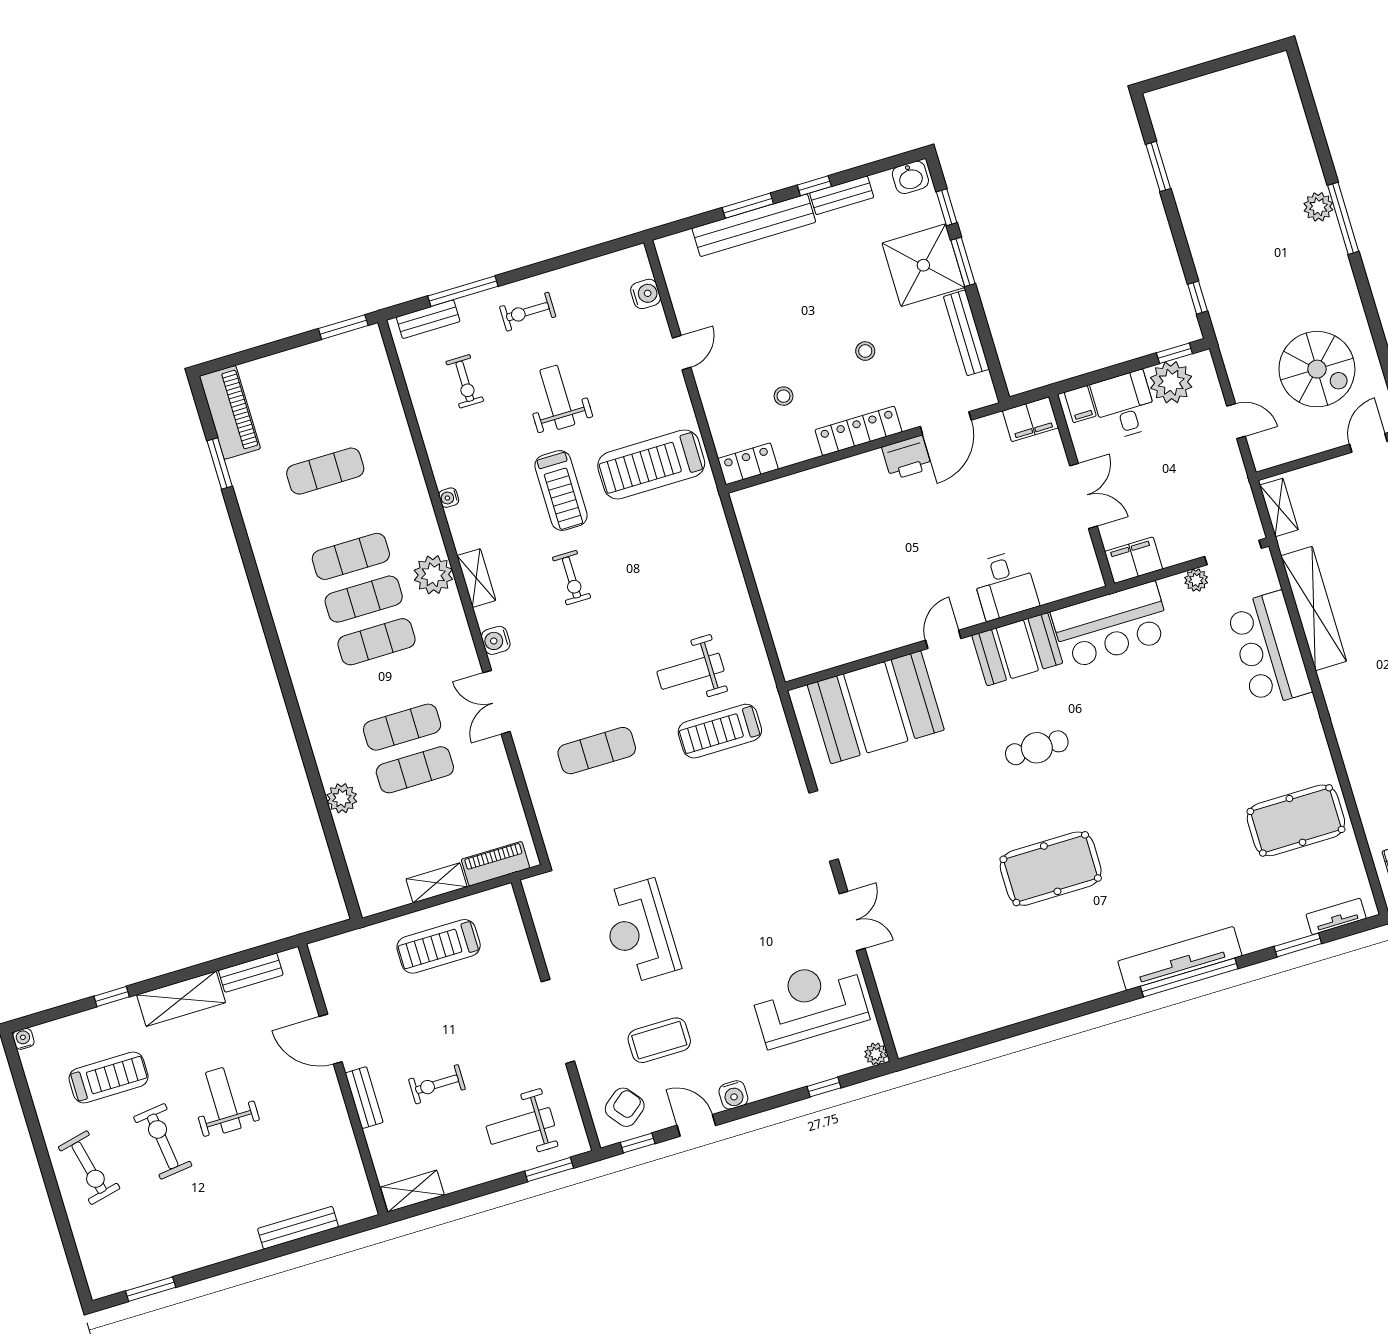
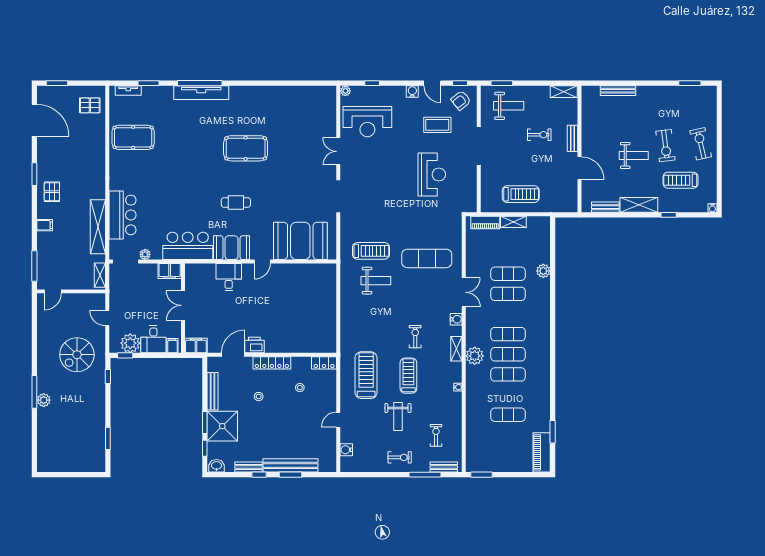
spiral stairs: (1317, 369) -> (77, 355), moved, turned -90
treadmill: (651, 464) -> (366, 375), turned -90
exercise mat: (597, 751) -> (427, 258), width x1.36, depth x1.45
weight bench: (223, 1100) -> (634, 155), turned -90

